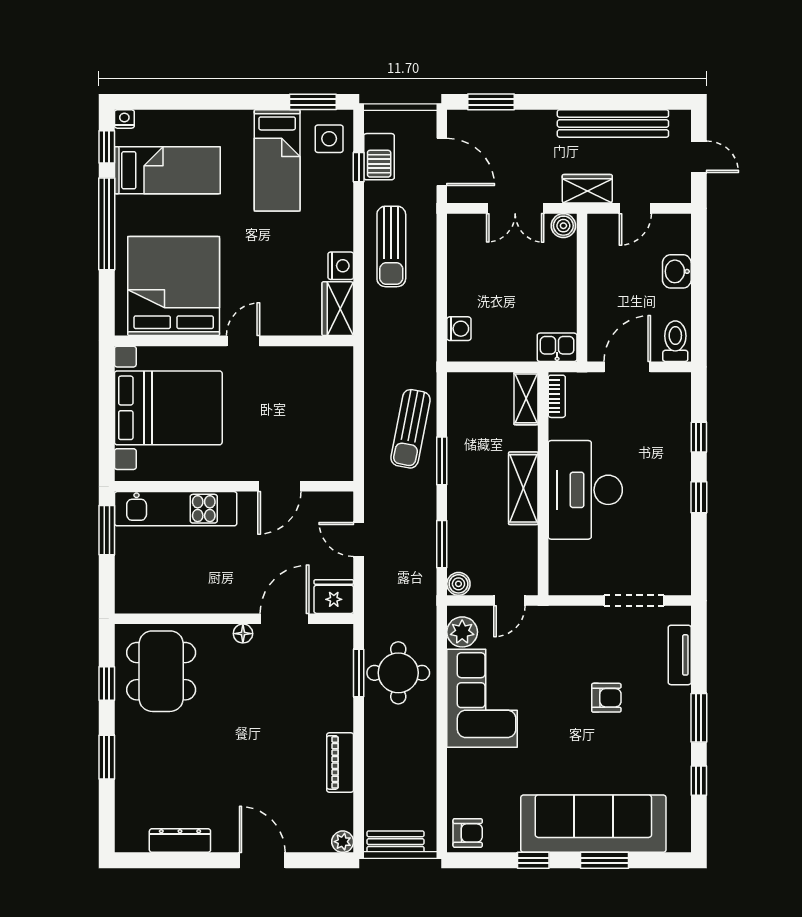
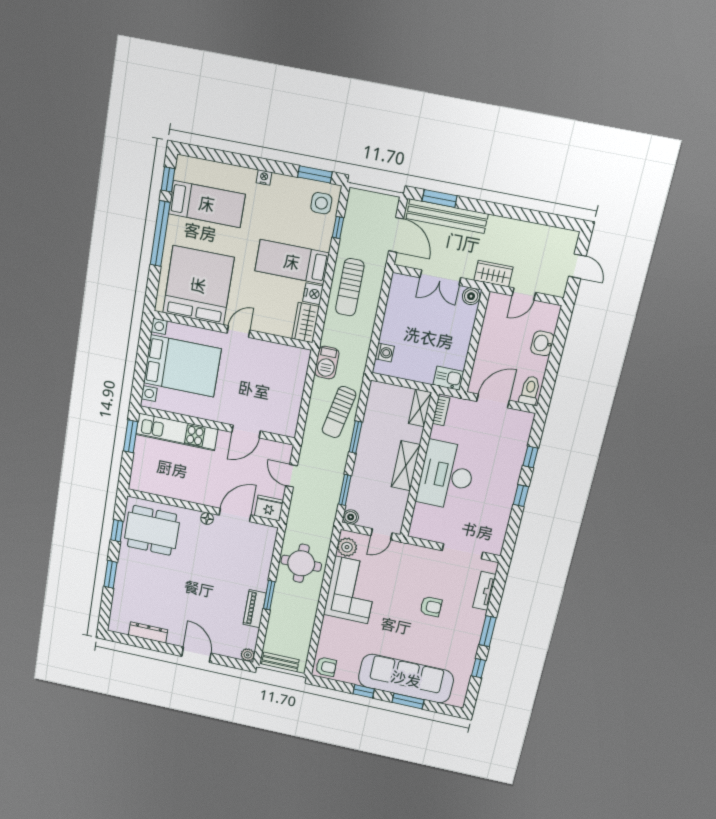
nightstand: (124, 119) -> (264, 177), moved
bench: (613, 124) -> (447, 216), moved
barbecue: (379, 157) -> (327, 363), moved
bed: (277, 160) -> (292, 262), moved, turned 90
dining table: (161, 671) -> (152, 530), turned 90
window: (359, 673) -> (269, 595), moved

